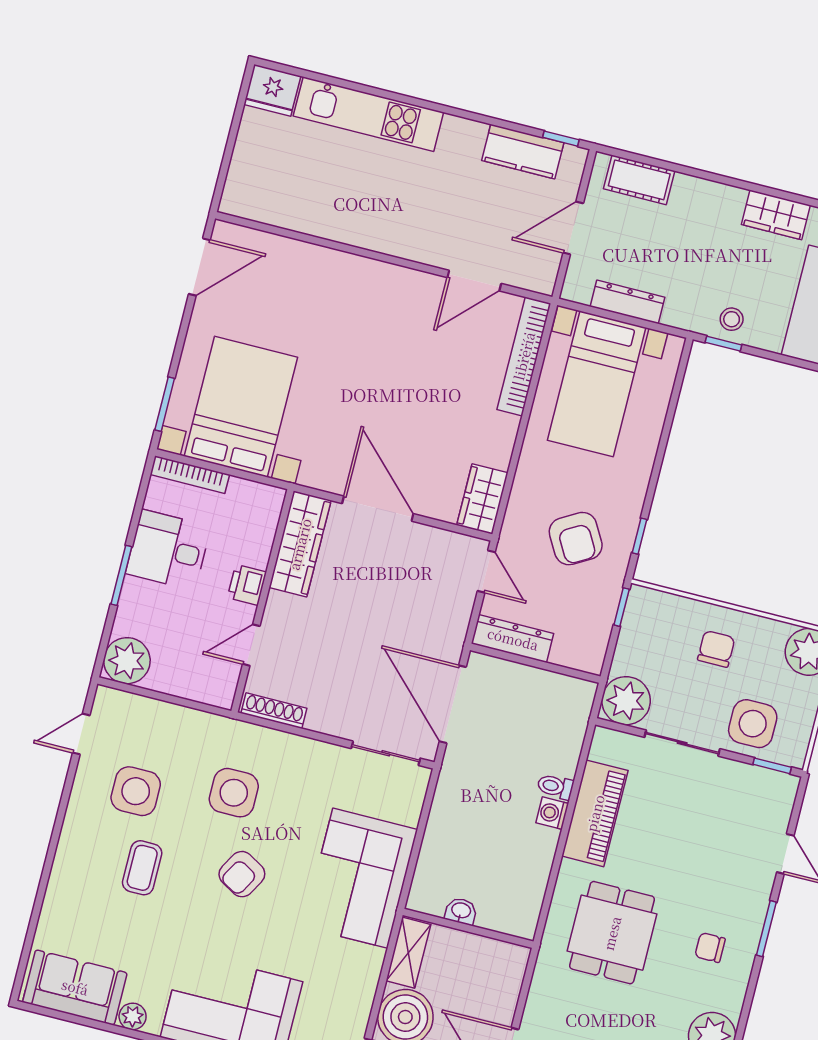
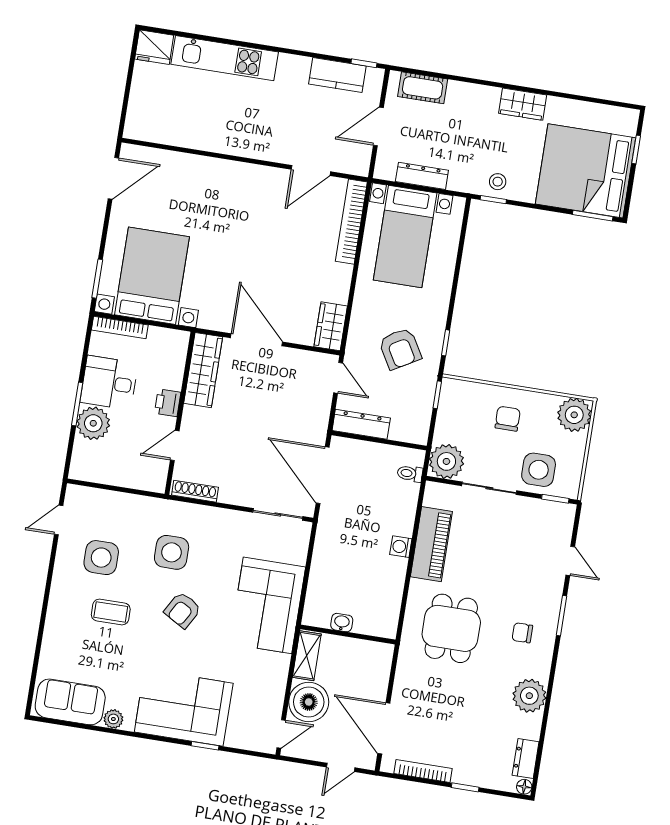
plant: (127, 661) -> (93, 423), moved
toilet: (555, 787) -> (410, 474), moved
coffee table: (142, 868) -> (111, 612), turned 90

